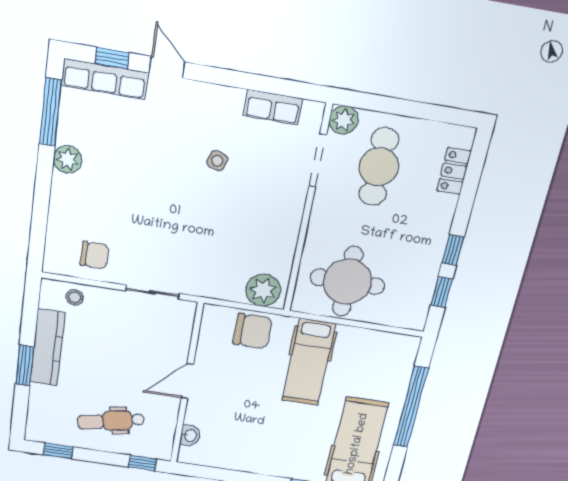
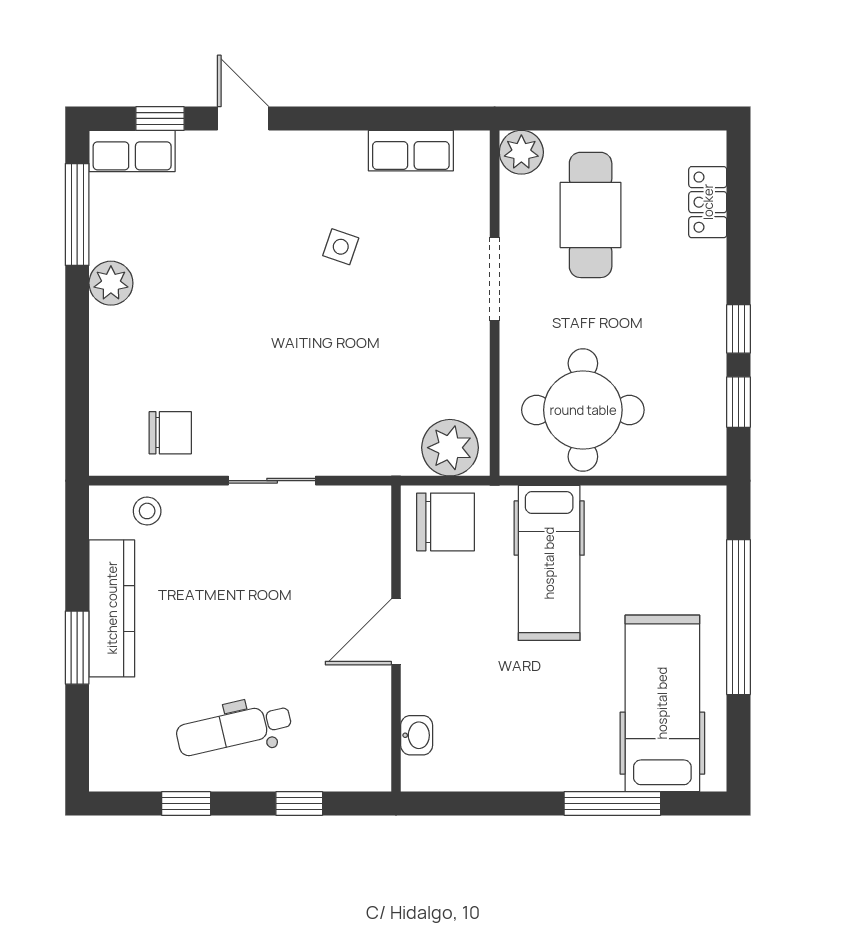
row of seats: (105, 79) -> (132, 151), width x0.68
doorway: (318, 161) -> (495, 279), moved
door: (187, 381) -> (396, 632), moved
wall: (187, 385) -> (396, 639), moved
washbasin: (190, 436) -> (417, 735), moved
window: (58, 451) -> (186, 804), moved

